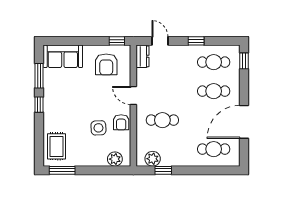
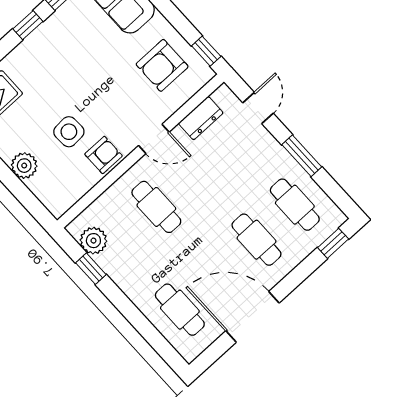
window: (196, 41) -> (302, 156), width x1.50
dresser: (143, 56) -> (201, 118), moved
door: (133, 95) -> (154, 139), swing flipped
armchair: (121, 122) -> (104, 155), turned 180
plant: (115, 159) -> (24, 166), moved

